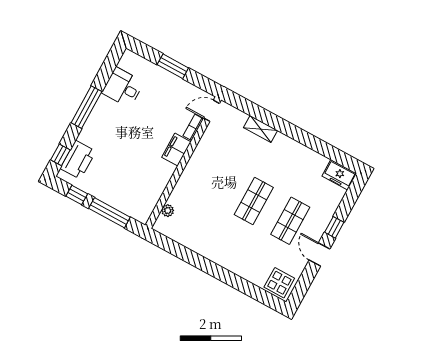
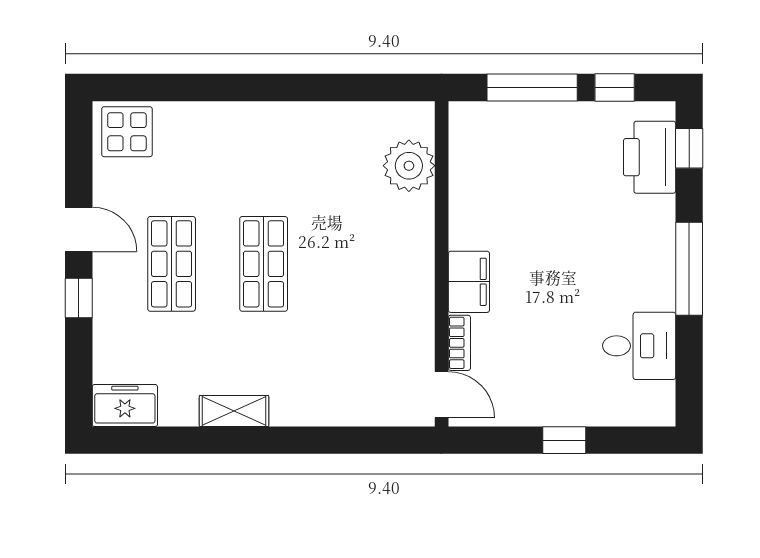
window: (173, 66) -> (564, 440), width x0.67
door: (212, 111) -> (442, 395), hinge flipped
shelving: (260, 129) -> (234, 411), moved
plant: (168, 211) -> (409, 166), width x1.88, depth x1.88

